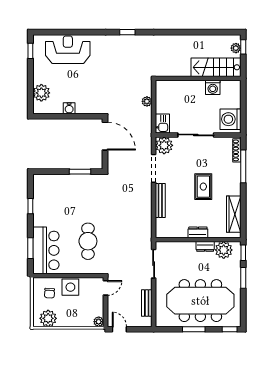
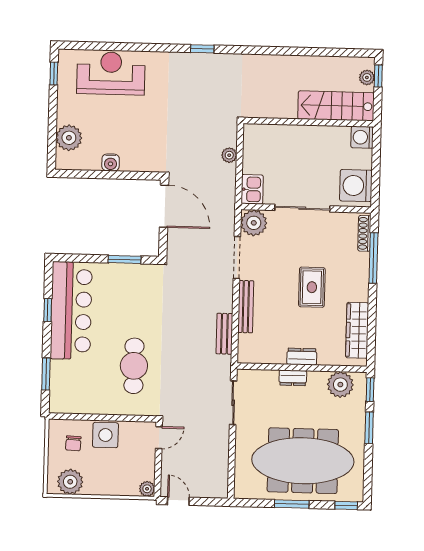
washing machine: (213, 87) -> (362, 137), moved, turned 90
dresser: (205, 246) -> (293, 378), moved
bar counter: (46, 250) -> (71, 310), moved, width x1.36
bench: (147, 303) -> (224, 334), moved

